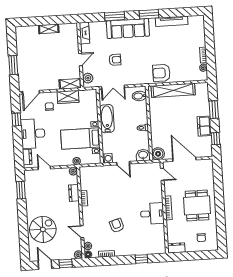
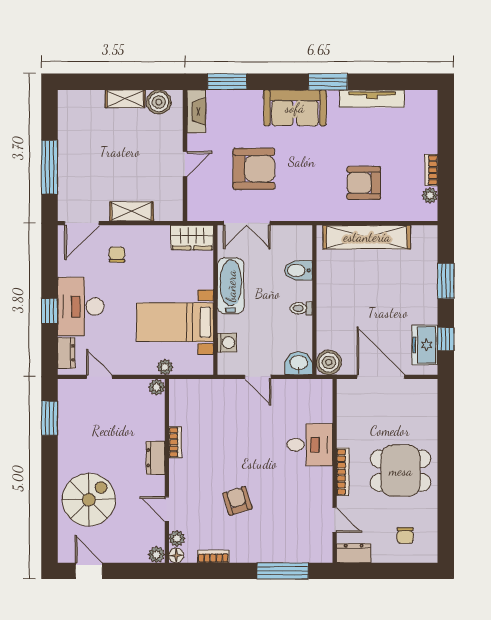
window: (115, 16) -> (227, 82), moved
boiler: (66, 29) -> (159, 102), added
sofa: (128, 29) -> (295, 108), width x0.73
armchair: (115, 60) -> (254, 169), width x1.88, depth x1.88
window: (13, 65) -> (50, 167), width x1.44
armchair: (161, 73) -> (364, 183), moved
plant: (88, 78) -> (198, 202), removed
shelving: (70, 84) -> (132, 211), moved
bidet: (139, 96) -> (298, 270), moved
wardrobe: (68, 97) -> (192, 238), moved
window: (17, 119) -> (50, 311), moved
freezer: (204, 126) -> (425, 345), moved
washing machine: (107, 158) -> (227, 343), moved
door: (162, 174) -> (335, 520), moved
dresser: (74, 193) -> (155, 458), moved
dining table: (197, 205) -> (401, 471), turned 90
desk: (152, 214) -> (310, 445), moved
window: (141, 259) -> (283, 571), width x2.17
window: (66, 264) -> (130, 571), removed

